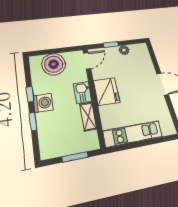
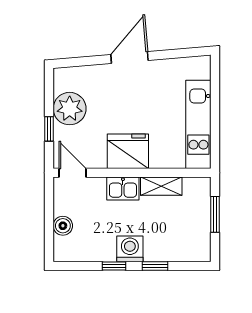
plant: (124, 50) -> (70, 109), width x1.87, depth x1.87
boiler: (54, 64) -> (63, 226), width x0.54, depth x0.54

